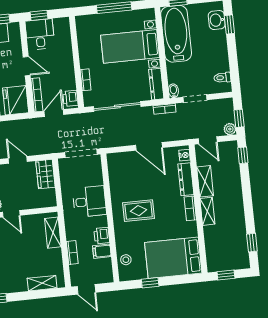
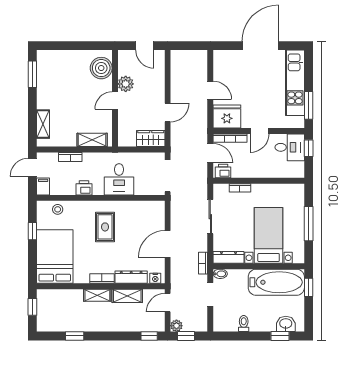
toilet: (222, 78) -> (244, 324), moved
sliding door: (117, 106) -> (210, 217), width x0.73
window: (252, 243) -> (75, 336), moved
filing cabinet: (102, 251) -> (43, 186), moved

